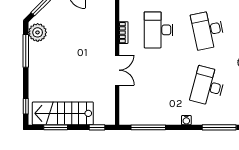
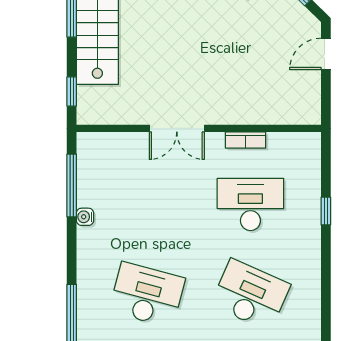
desk: (208, 30) -> (250, 295), turned 36
water cooler: (186, 120) -> (85, 217), moved

